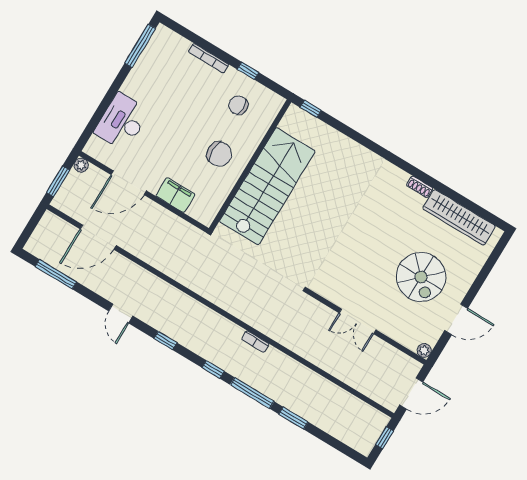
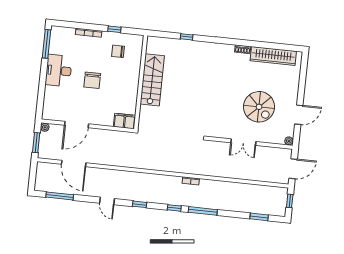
window: (311, 109) -> (187, 37), moved
desk: (122, 122) -> (59, 71), moved
chair: (219, 154) -> (92, 80), moved, turned 90
stairs: (267, 186) -> (152, 80), width x0.73, depth x0.66
filing cabinet: (175, 195) -> (124, 121), moved
door: (98, 237) -> (74, 164), hinge flipped
spiral stairs: (421, 277) -> (259, 107), moved
window: (293, 418) -> (259, 217), moved

